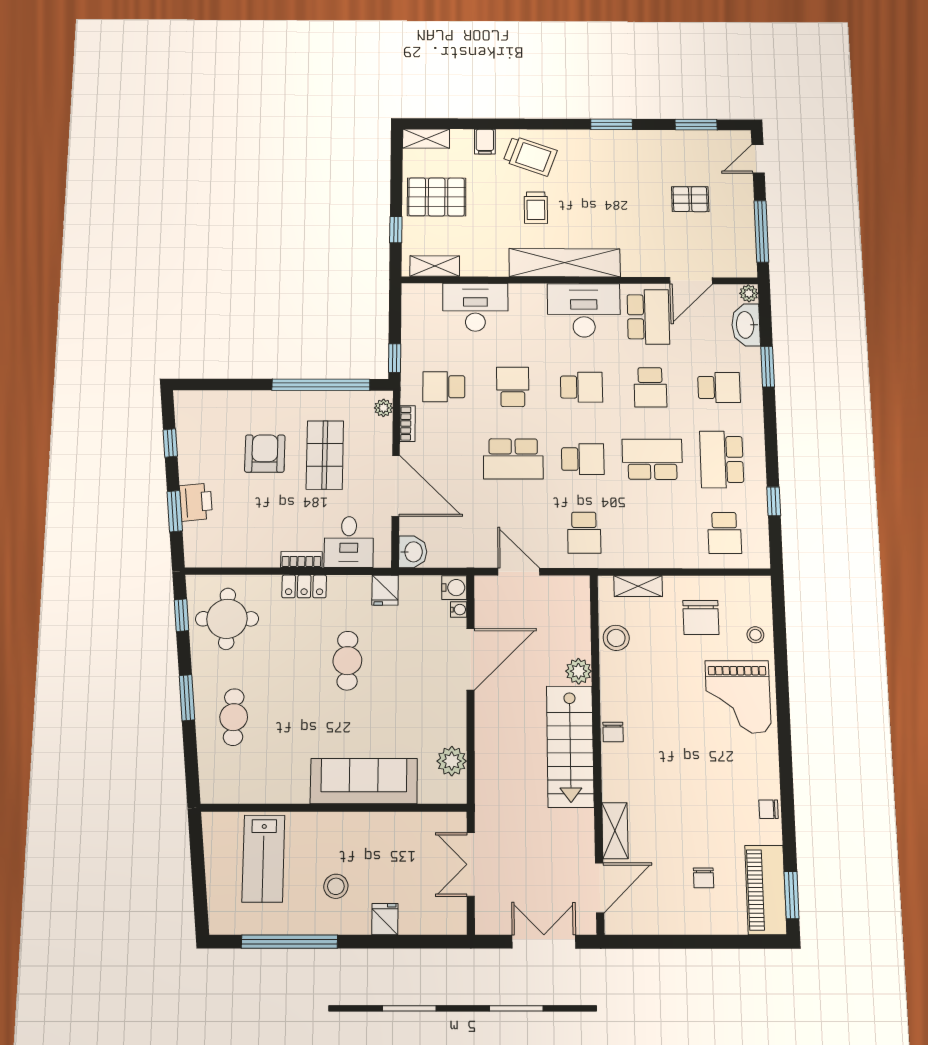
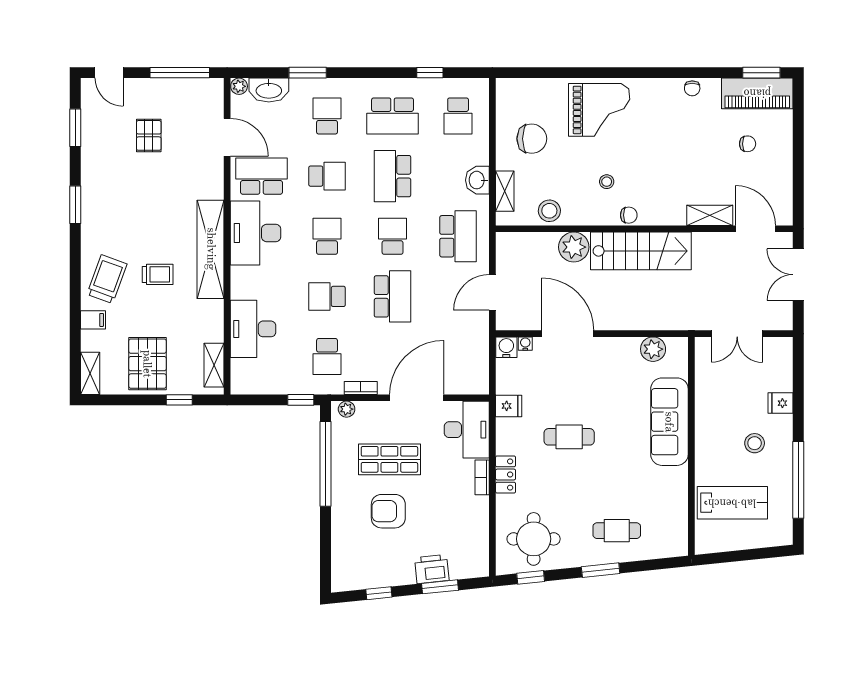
school desk: (584, 533) -> (458, 236), width x1.85
school desk: (725, 533) -> (458, 116), turned 90
desk: (349, 542) -> (467, 430), width x1.37
washbasin: (413, 552) -> (477, 180), moved, turned -90
stool: (755, 635) -> (607, 182), moved
plant: (579, 671) -> (574, 247), width x1.36, depth x1.36

